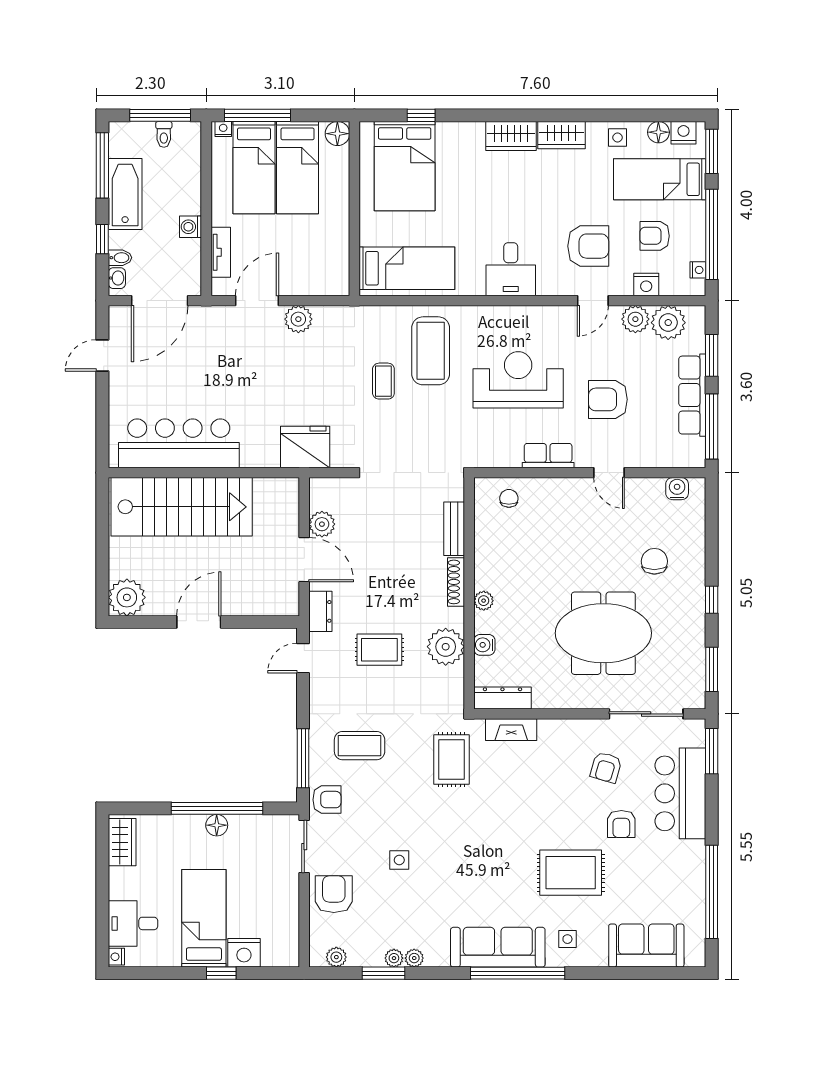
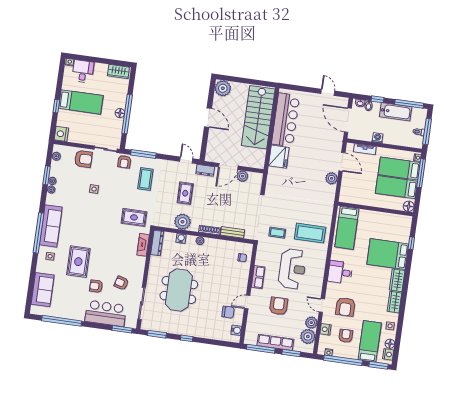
bed: (405, 166) -> (388, 254), moved
coffee table: (383, 381) -> (277, 233), moved
fridge: (305, 447) -> (279, 157), moved
chair: (654, 561) -> (228, 312), moved
nightstand: (244, 953) -> (61, 134), moved

